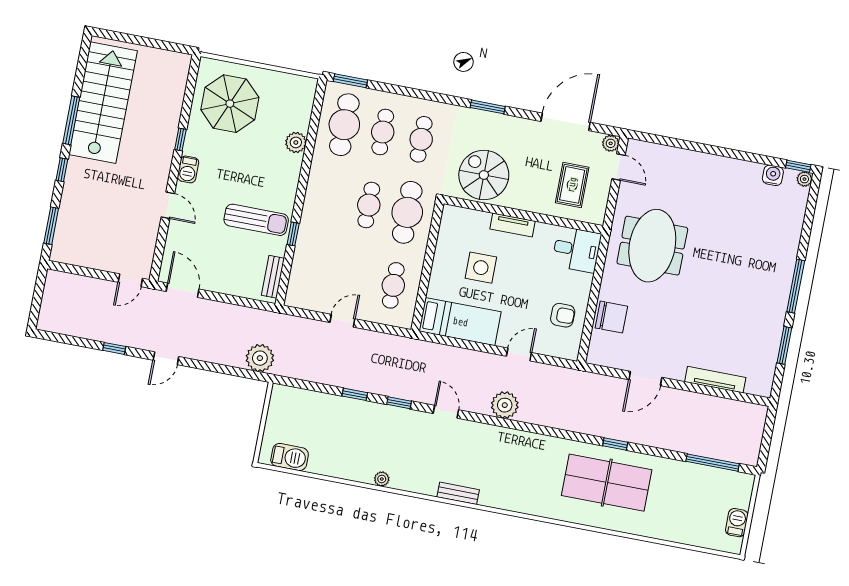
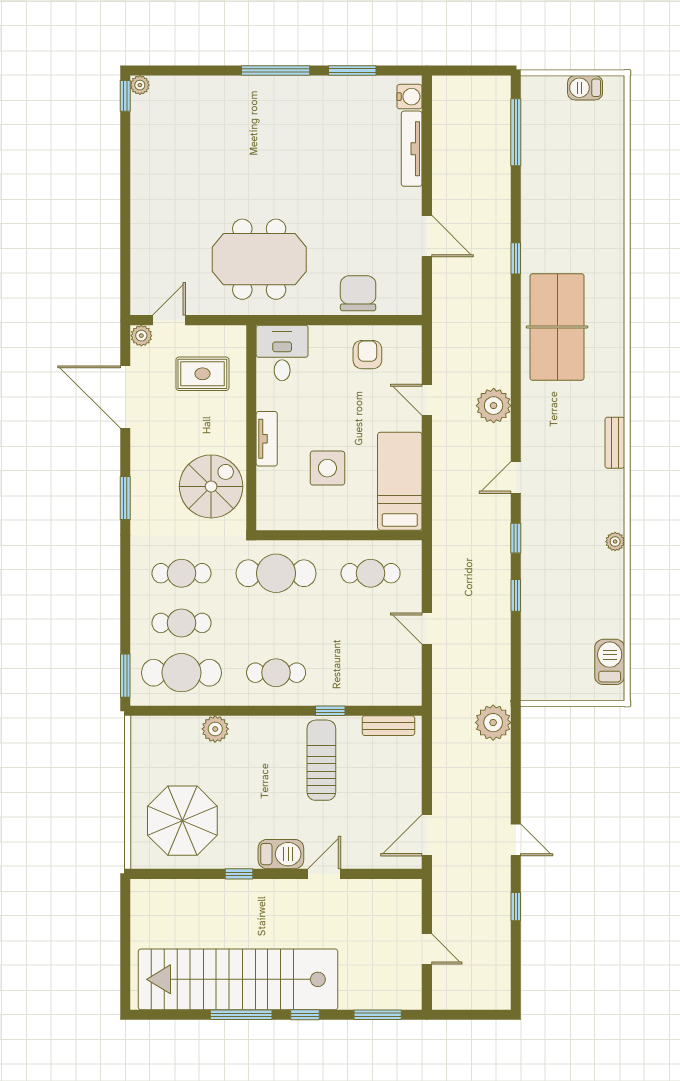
stairs: (103, 103) -> (238, 979), width x1.36
barbecue: (188, 169) -> (281, 854), width x1.38, depth x1.27
spiral stairs: (484, 175) -> (211, 486), turned 180
water cooler: (773, 175) -> (409, 97), moved, turned 180
cafe table: (369, 205) -> (276, 673), moved
door: (130, 280) -> (427, 949), moved
table tennis table: (607, 483) -> (557, 327), moved

